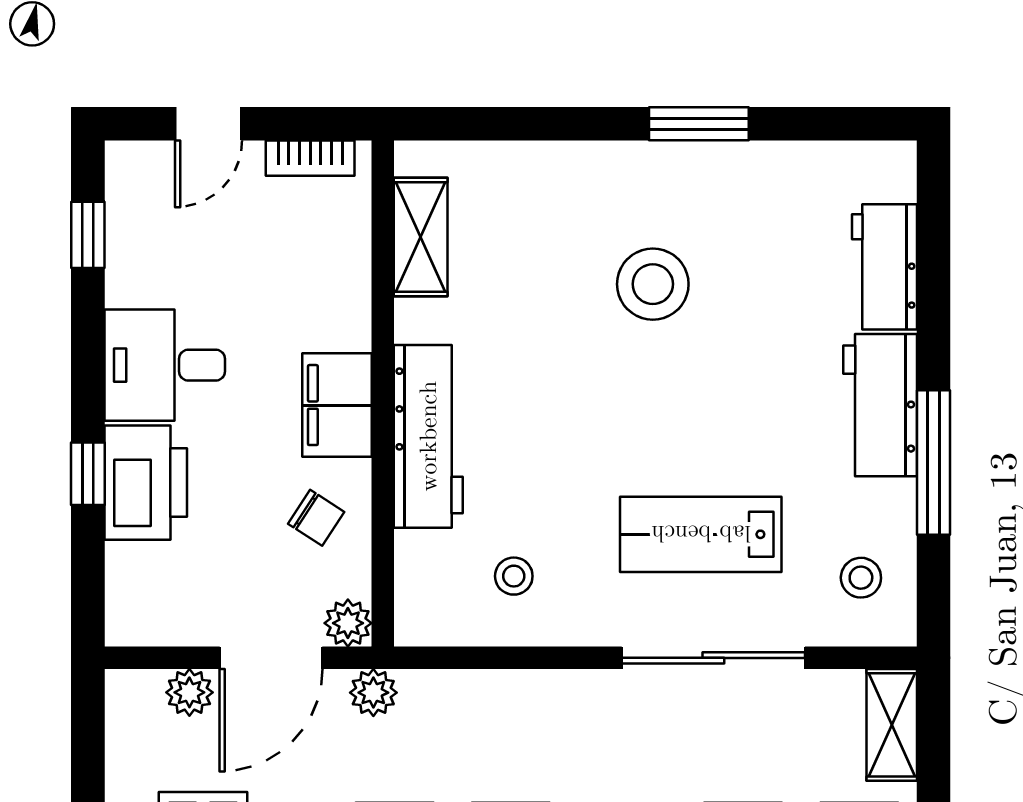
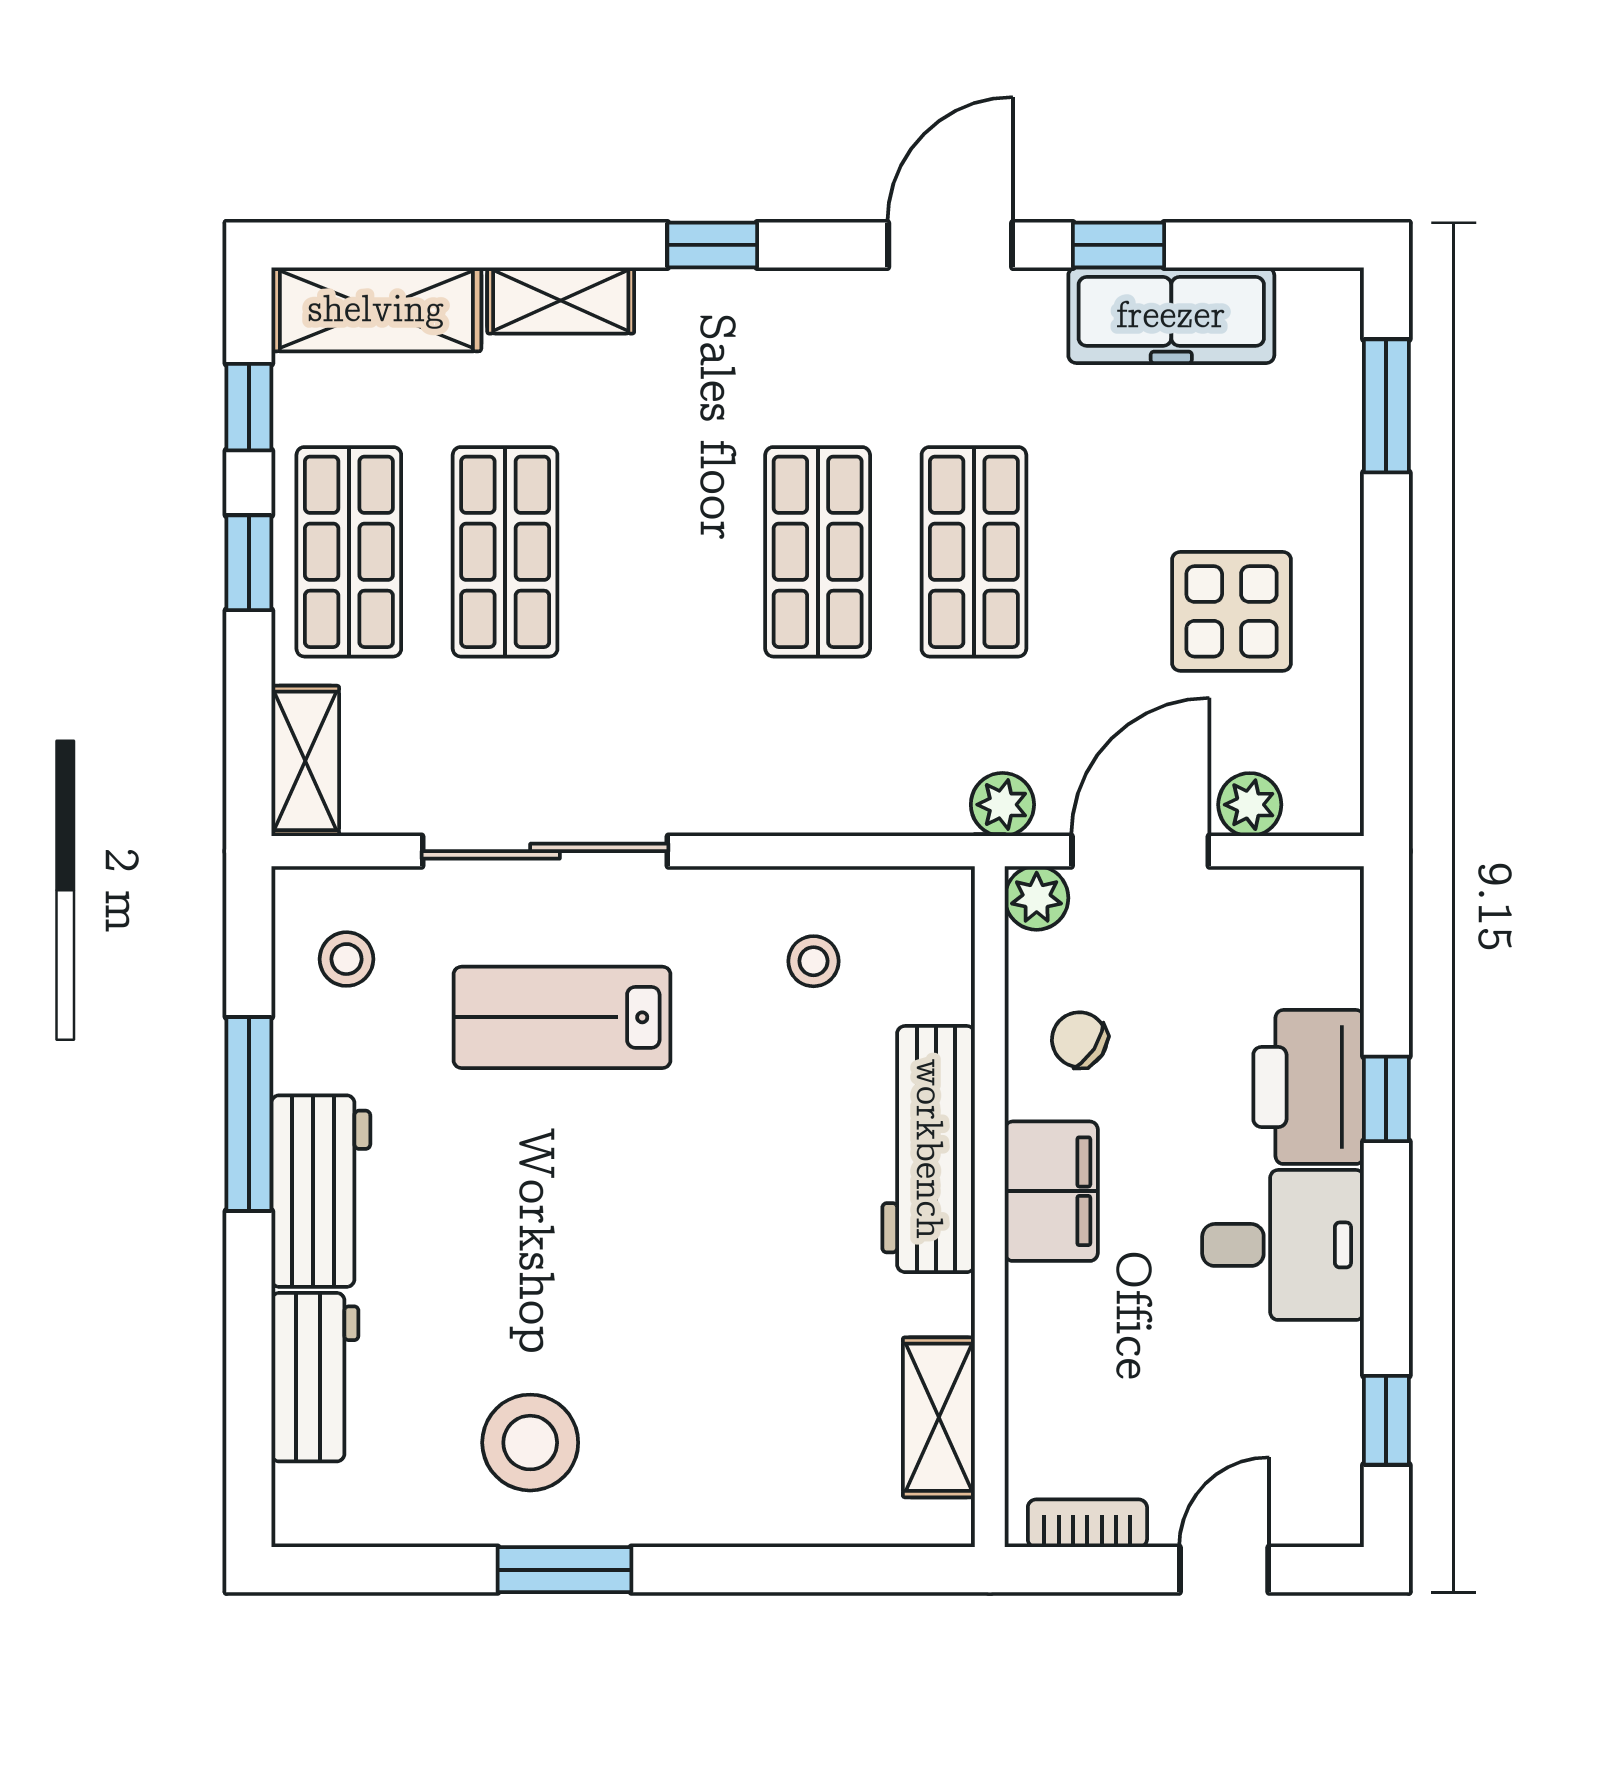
stool: (653, 284) -> (530, 1443), moved
lab bench: (701, 534) -> (562, 1017), turned 180

